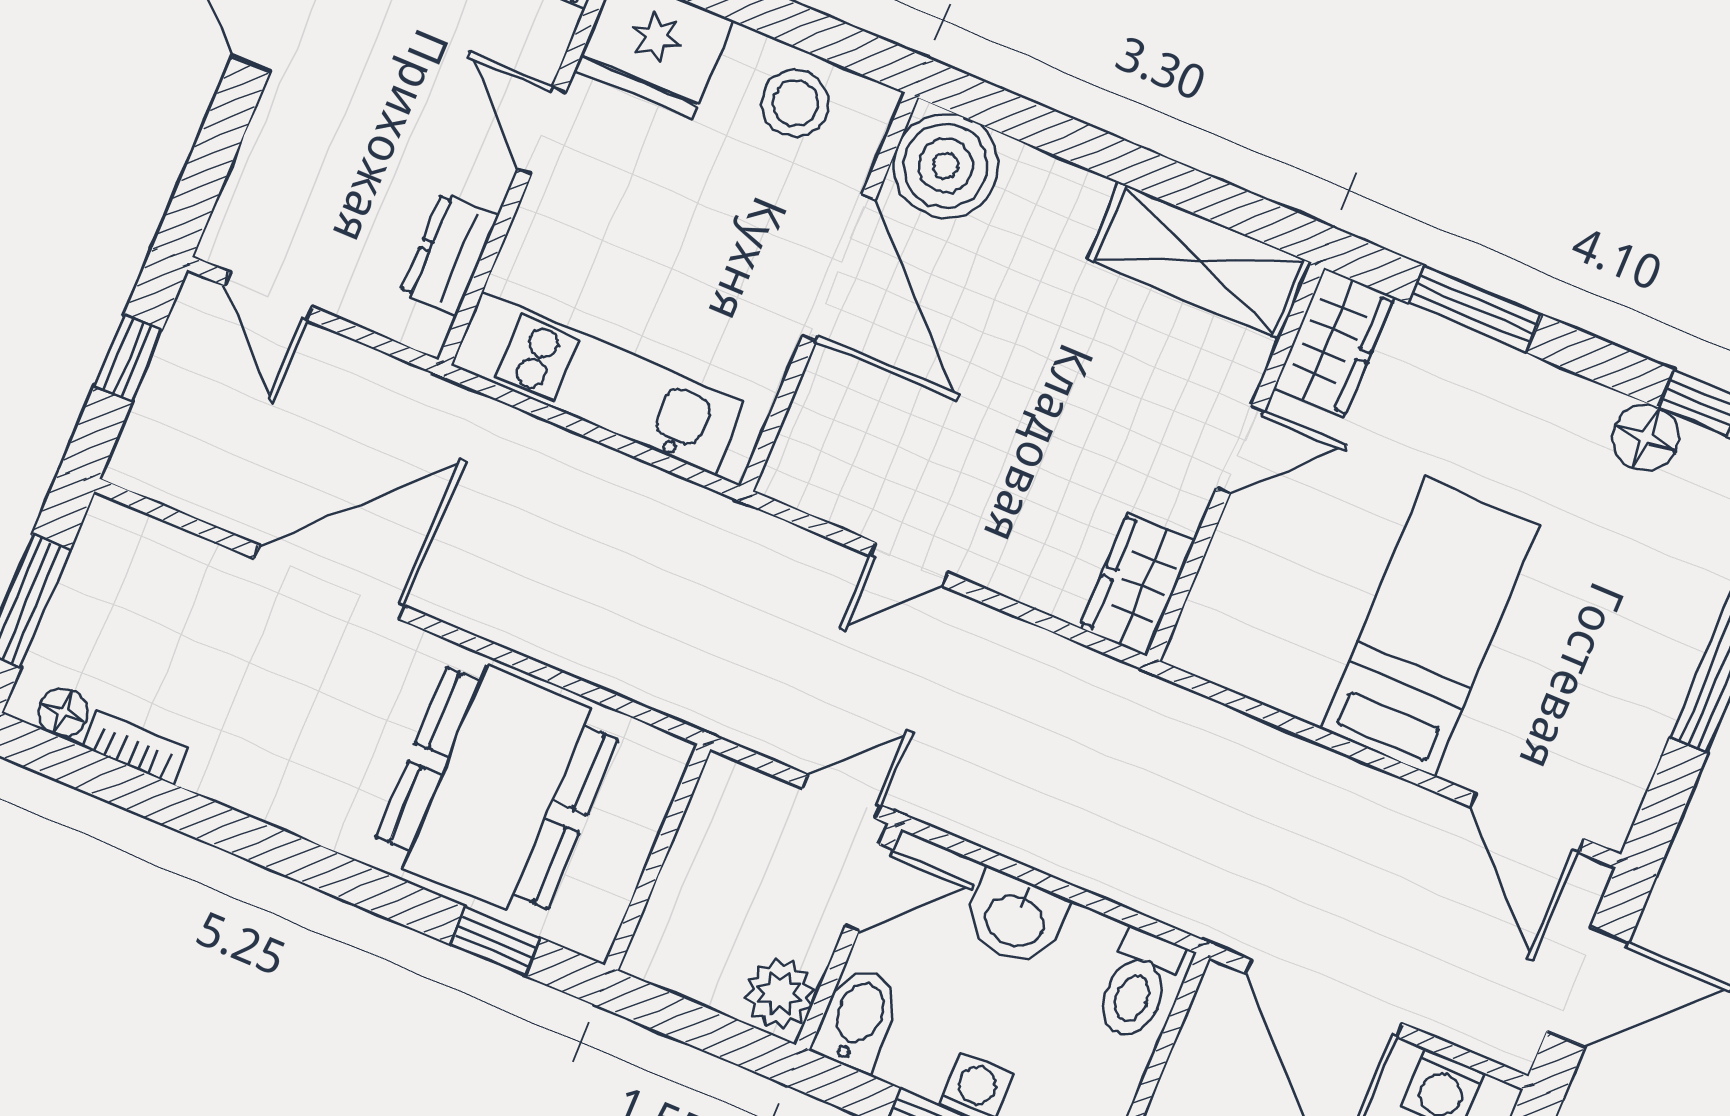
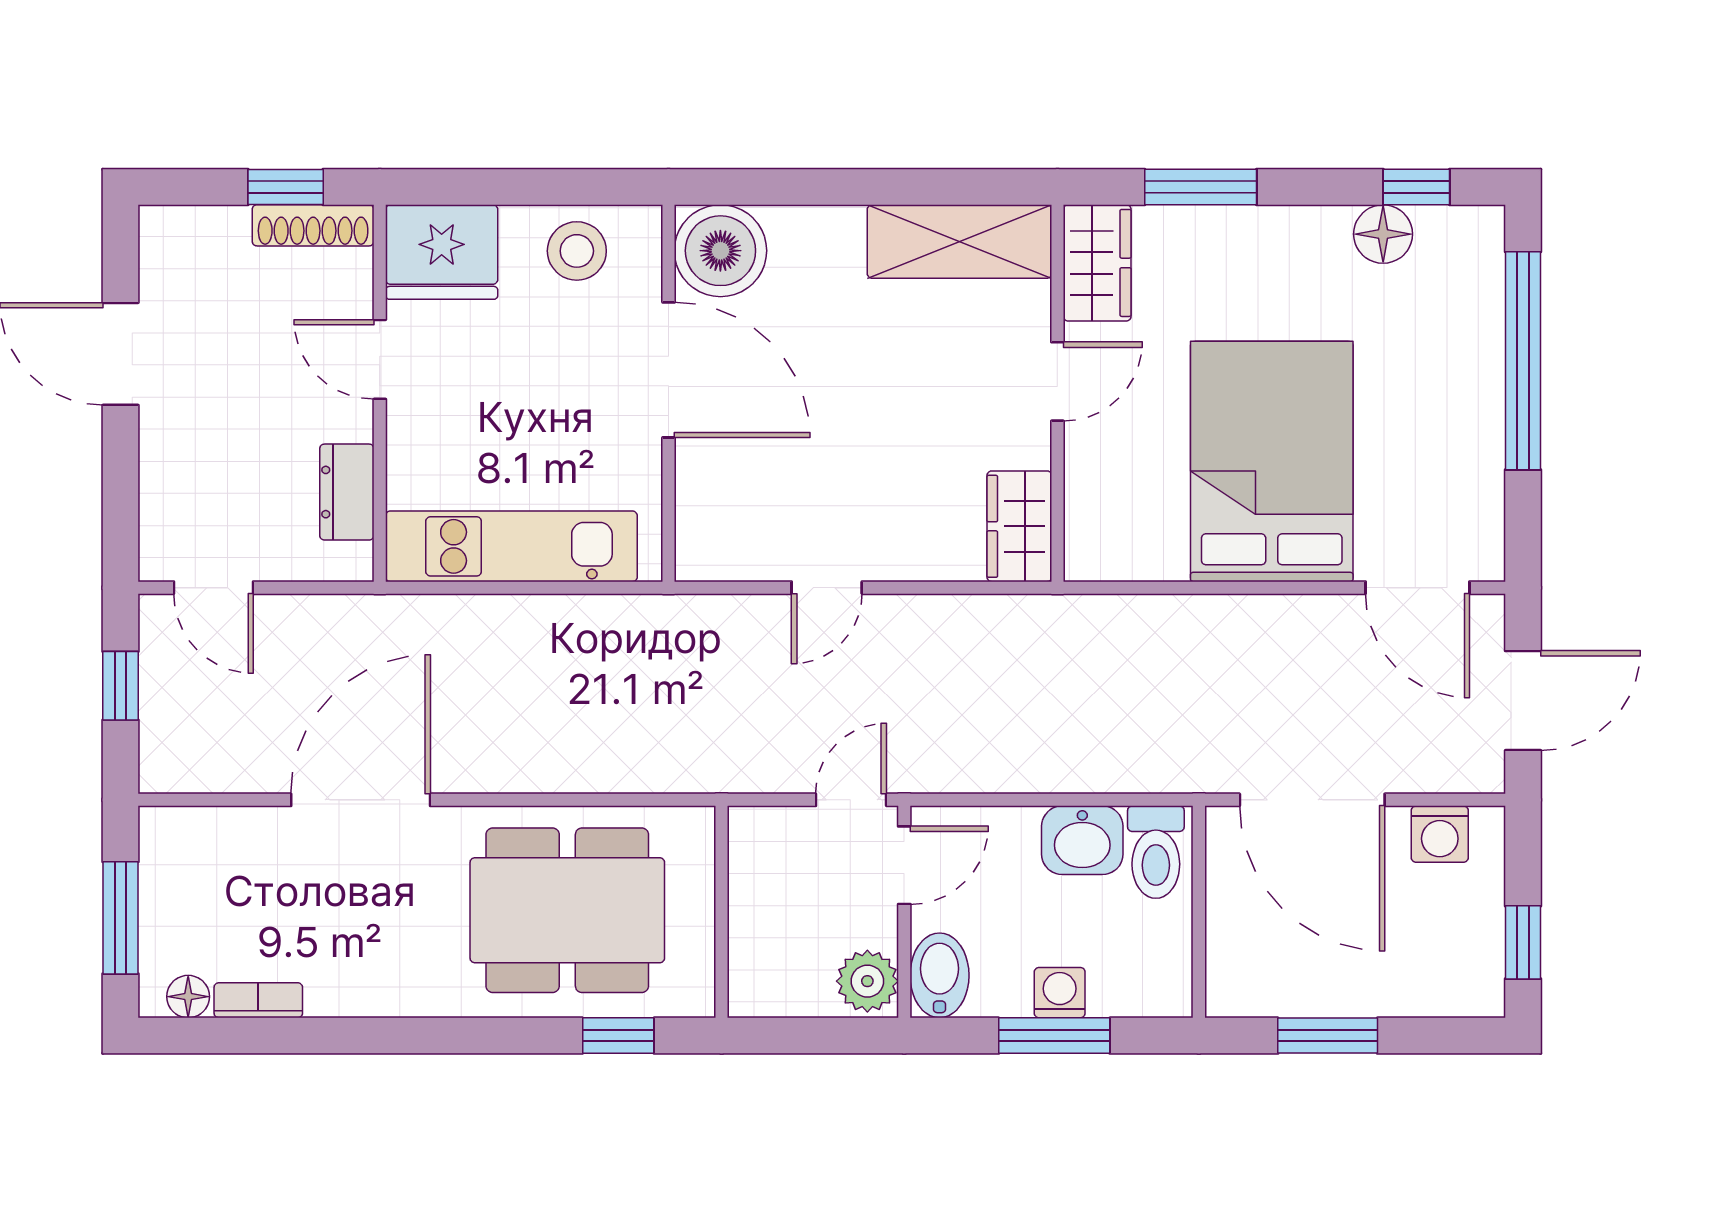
bed: (1430, 627) -> (1272, 462), width x1.50
dining table: (497, 788) -> (567, 910), turned 90
washbasin: (1015, 919) -> (1082, 840), moved

